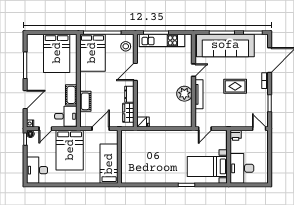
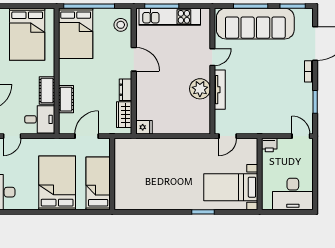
door: (135, 72) -> (134, 59), swing flipped
rug: (235, 86) -> (268, 79), removed
bed: (70, 150) -> (57, 183), moved, turned 180
desk: (242, 168) -> (293, 194), moved, turned -90

